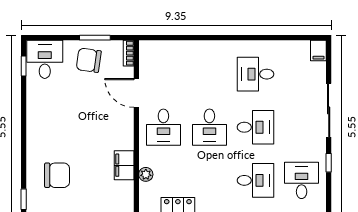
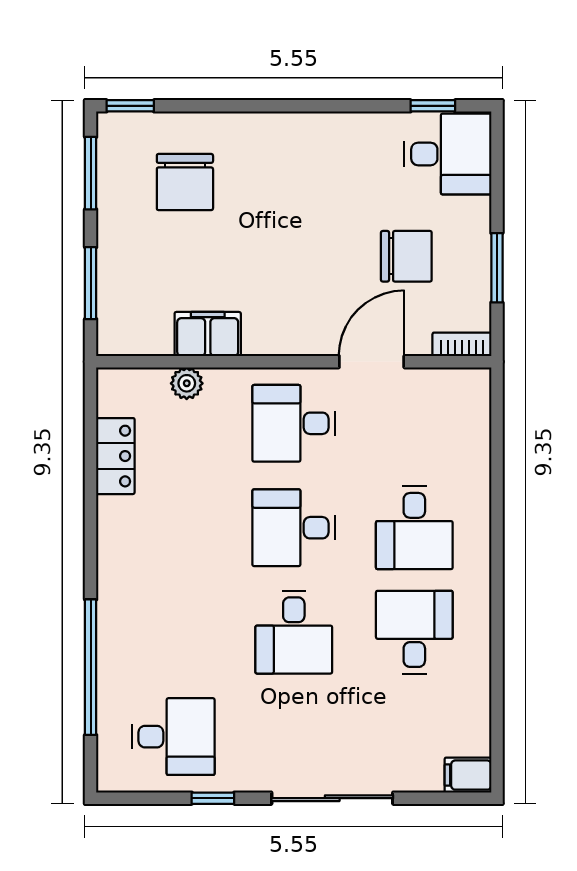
chair: (89, 60) -> (406, 256), moved, turned 82
desk: (256, 180) -> (414, 528), moved

